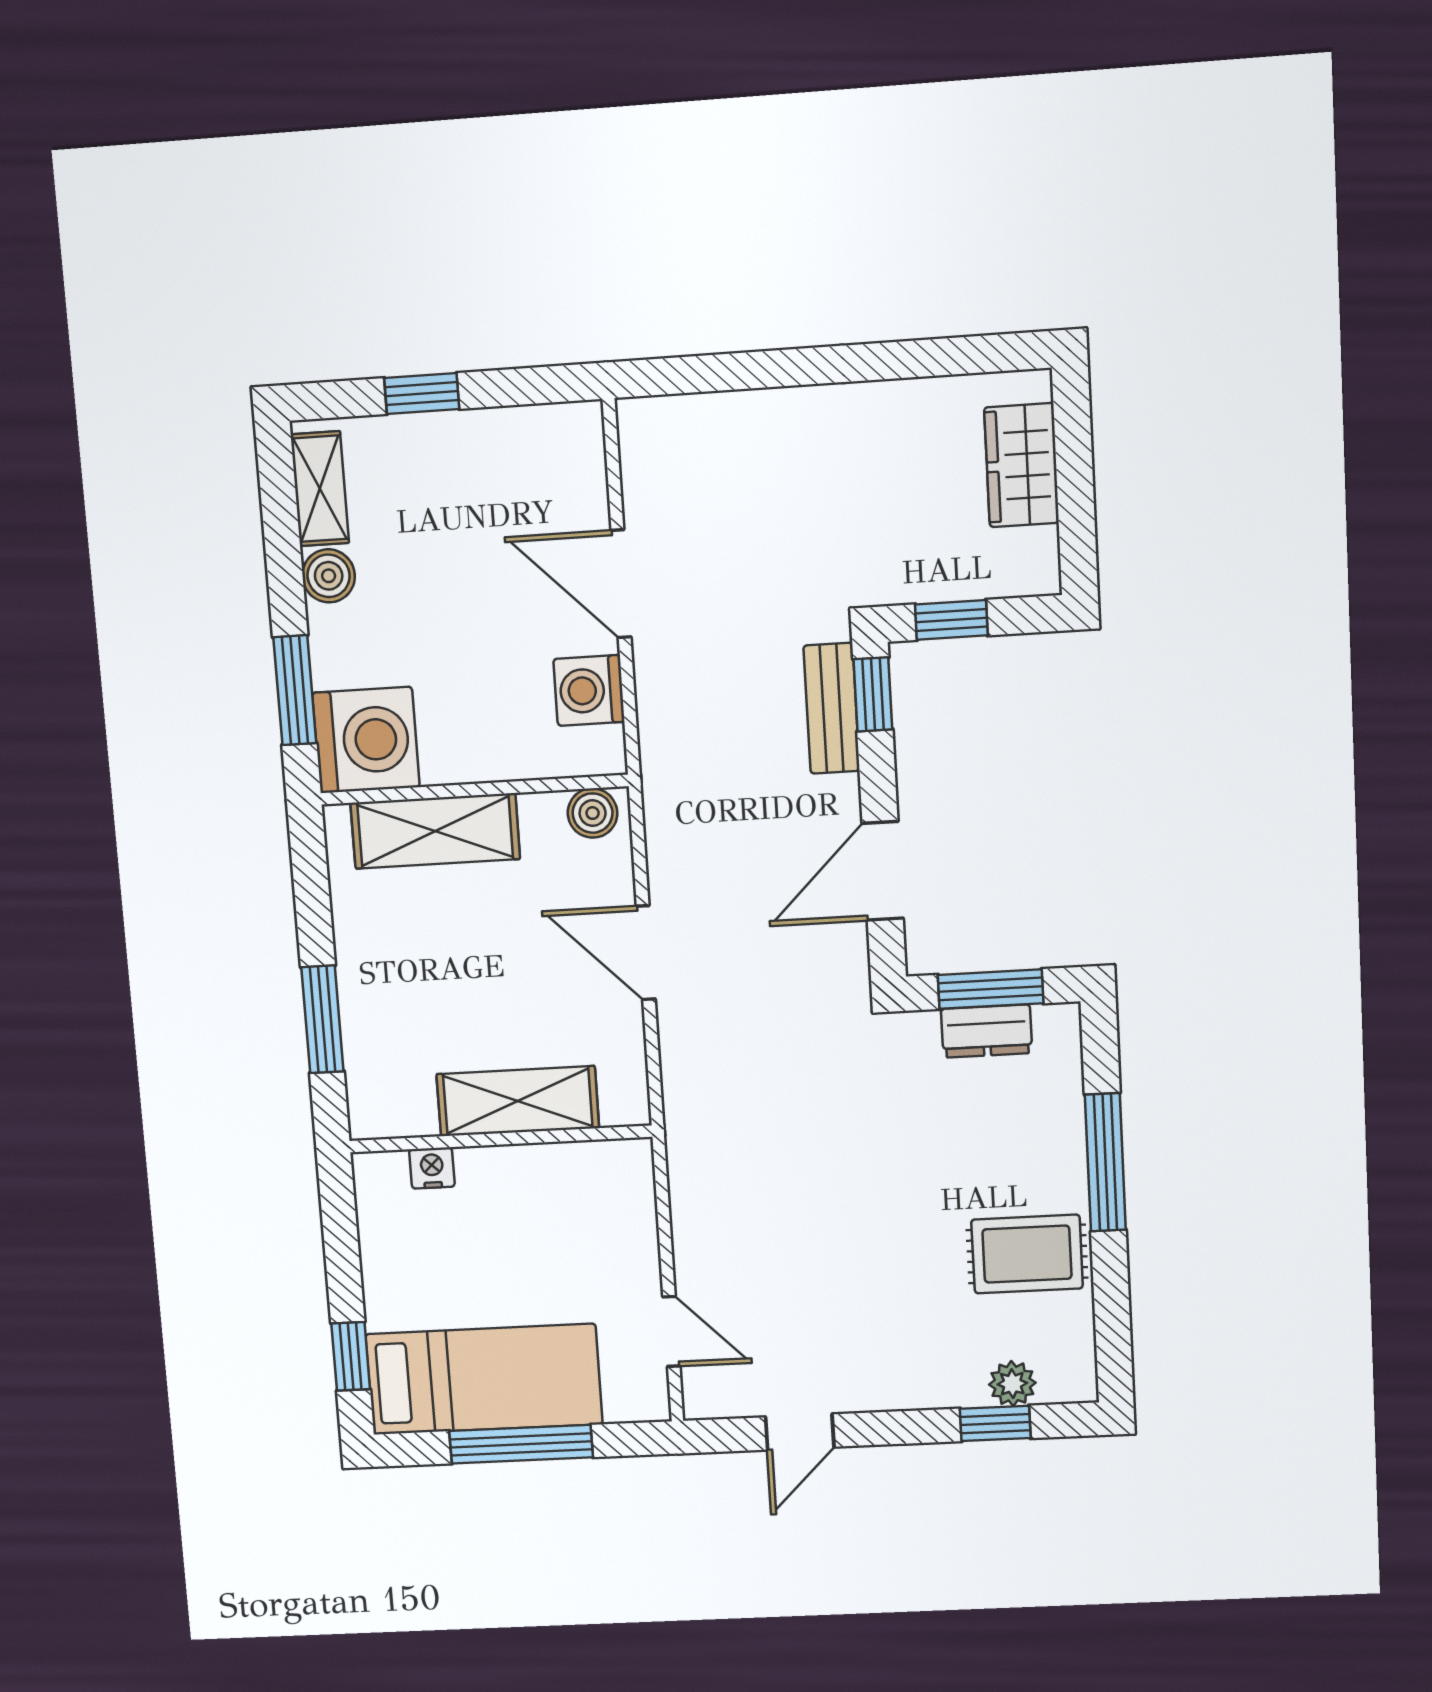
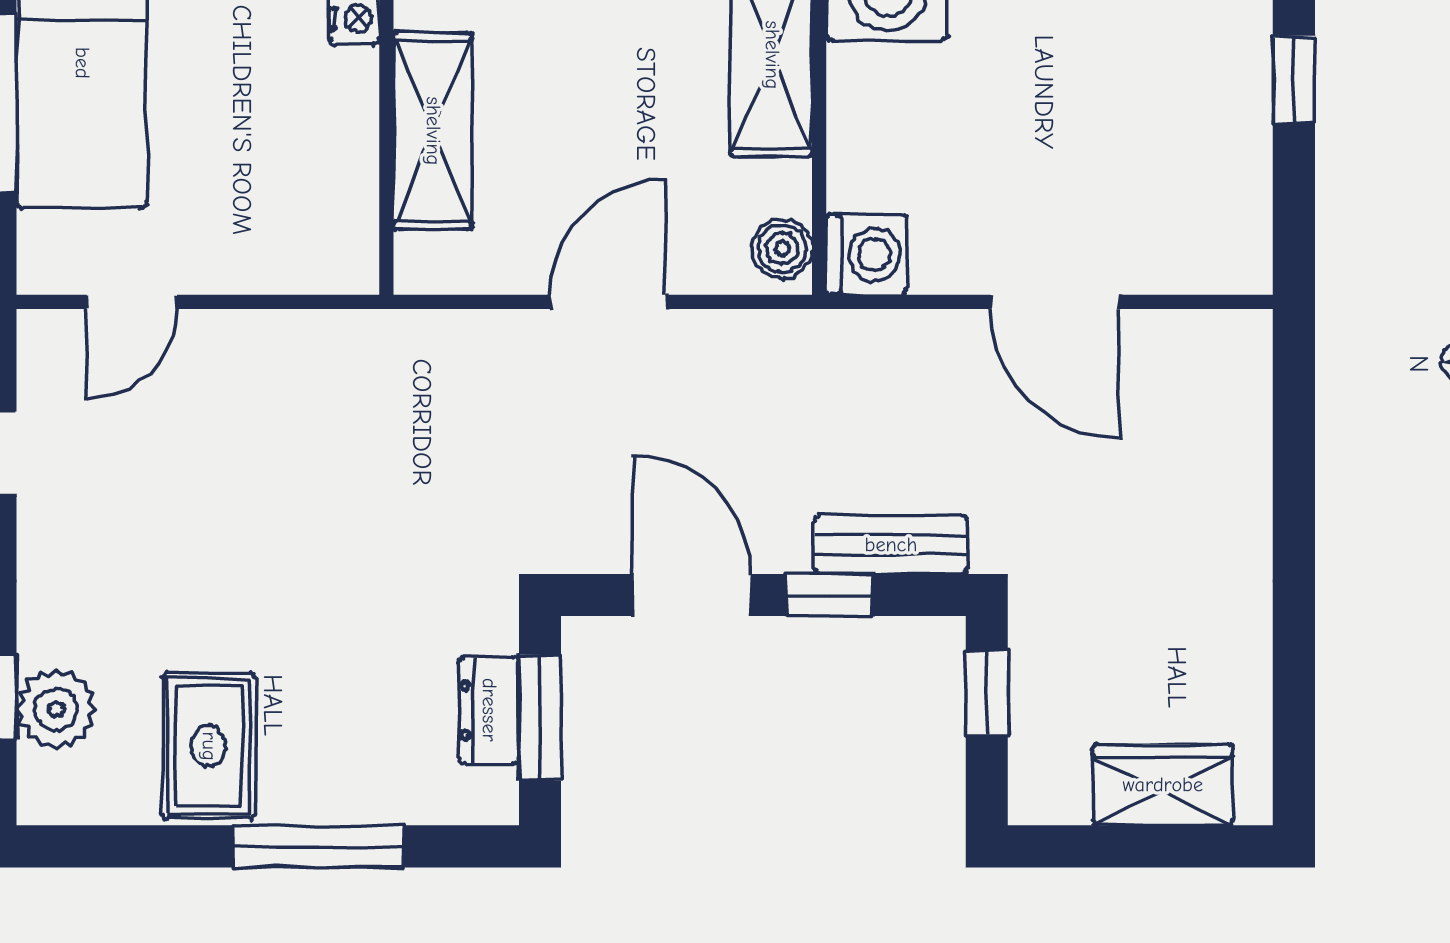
door: (621, 584) -> (1055, 302), swing flipped
washing machine: (589, 690) -> (867, 254), moved, turned 90
window: (873, 694) -> (830, 595), moved
plant: (1012, 1384) -> (56, 709), width x1.38, depth x1.38

